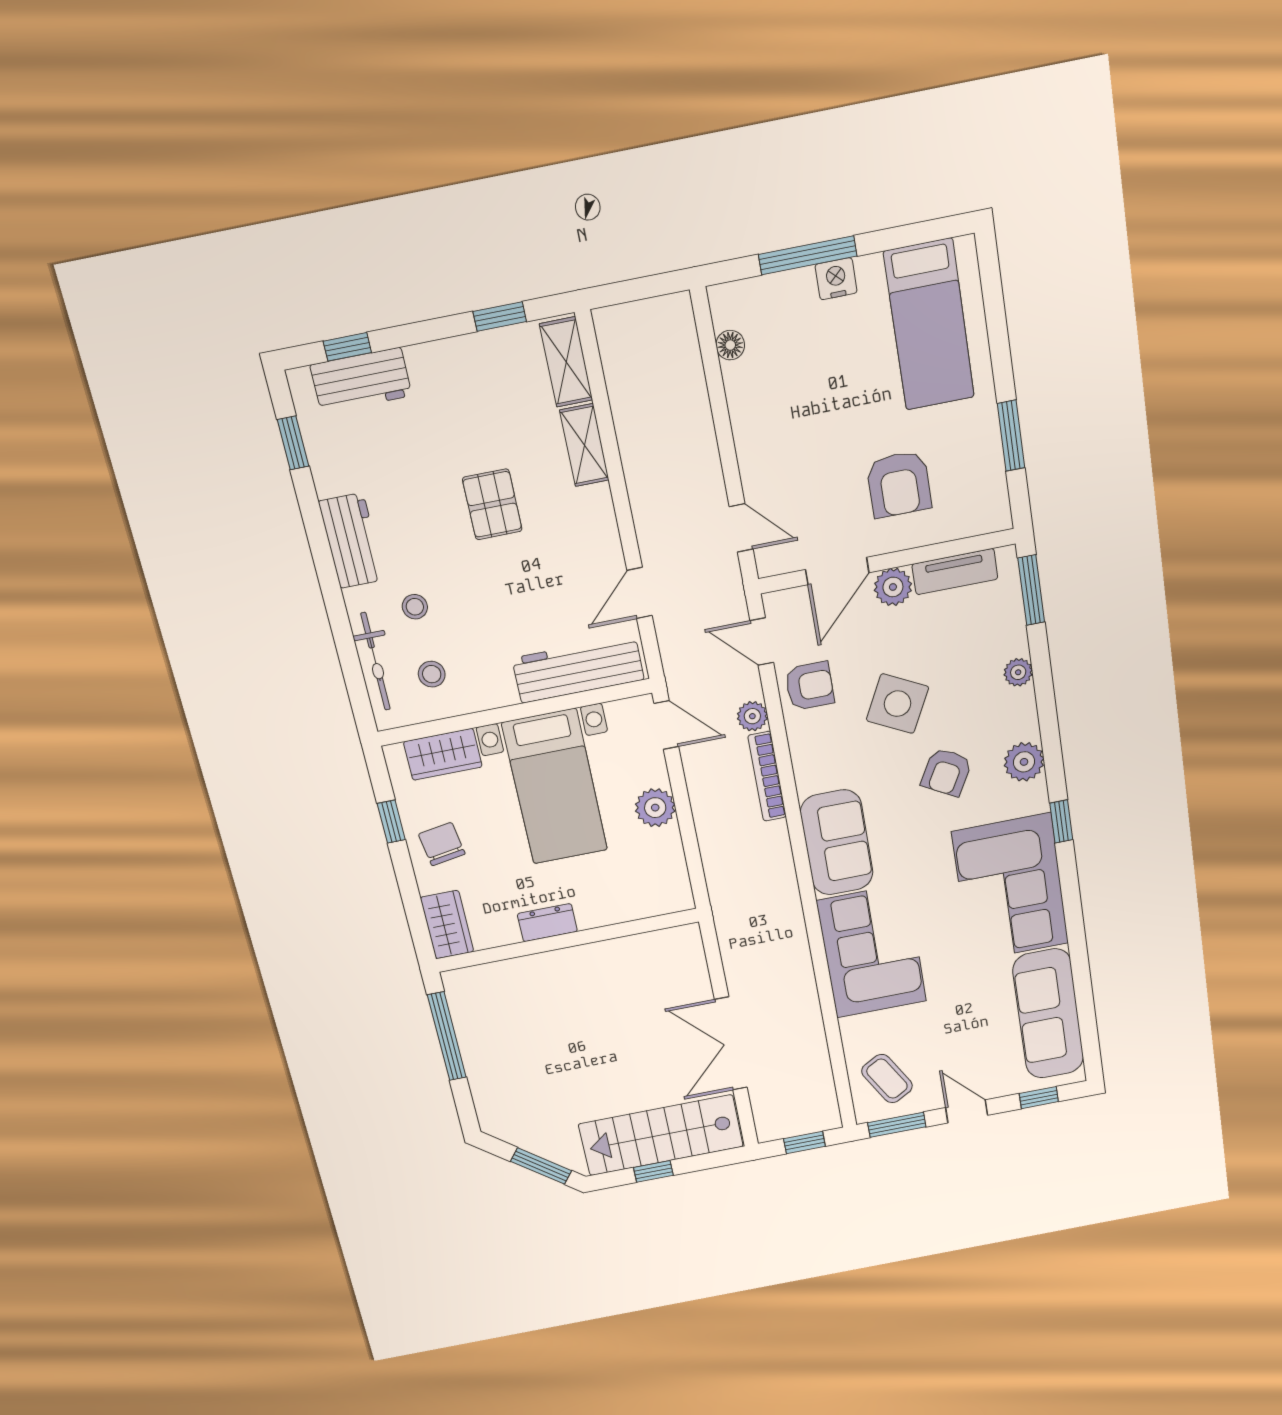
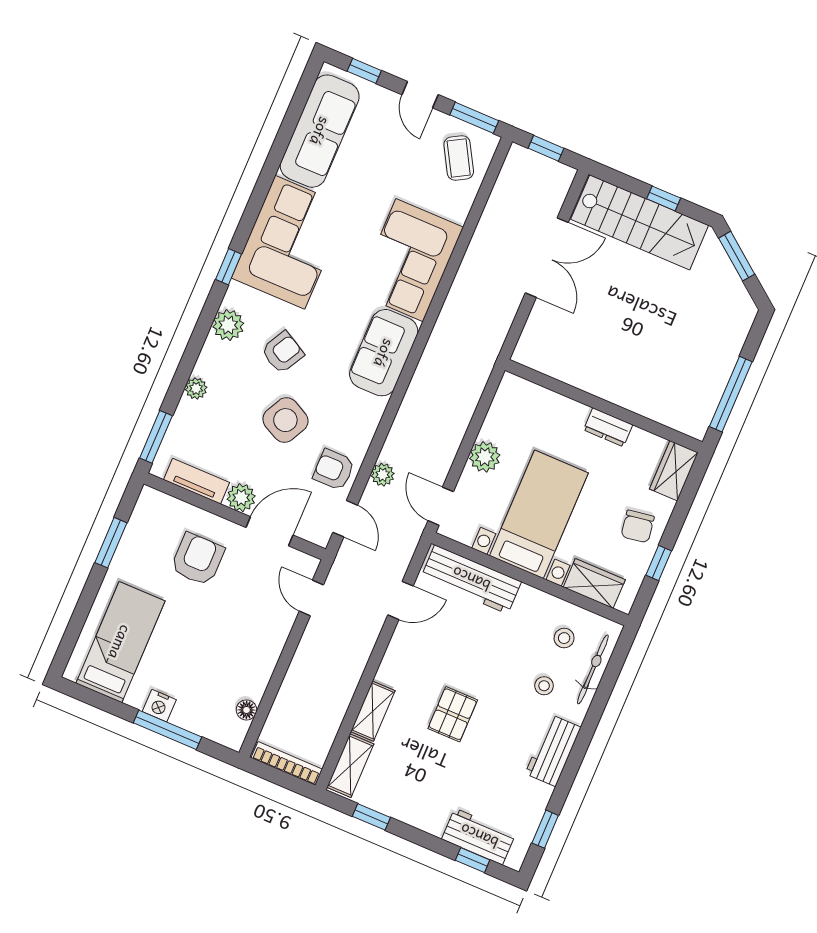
bookcase: (767, 776) -> (287, 764), moved, turned -90

